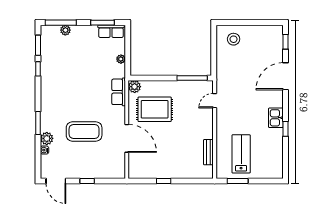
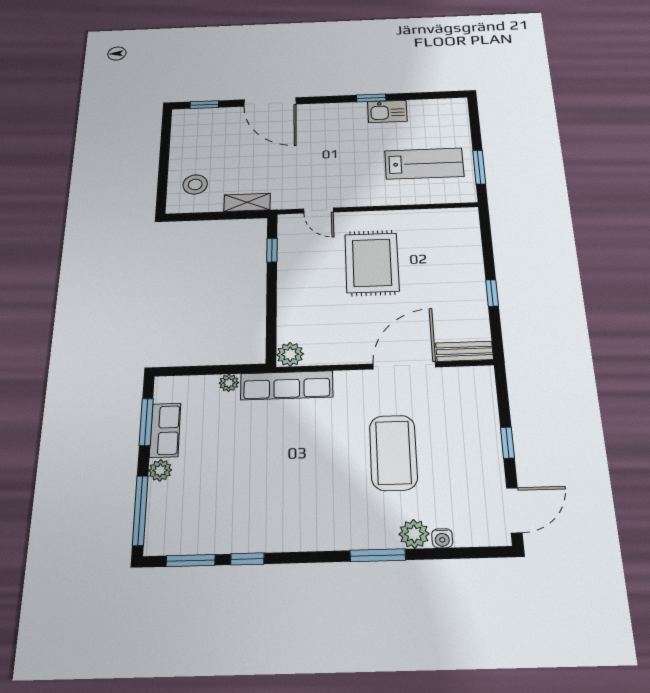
plant: (65, 30) -> (160, 470), moved
row of seats: (111, 31) -> (165, 430), moved
shelving: (221, 65) -> (247, 202), added
window: (192, 78) -> (272, 250), width x0.46
row of seats: (119, 92) -> (287, 385), width x1.48
rug: (155, 109) -> (372, 263), moved
kitchen sink: (276, 118) -> (387, 111), moved
bench: (208, 152) -> (465, 351), moved
lab bench: (241, 154) -> (424, 164), turned 180

